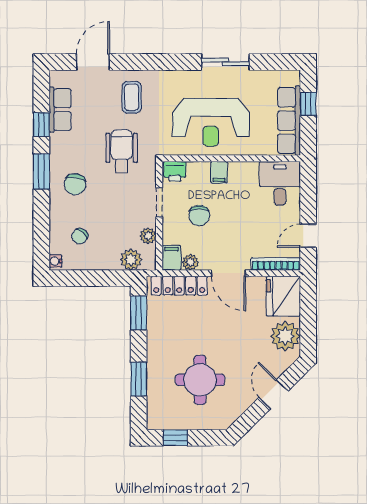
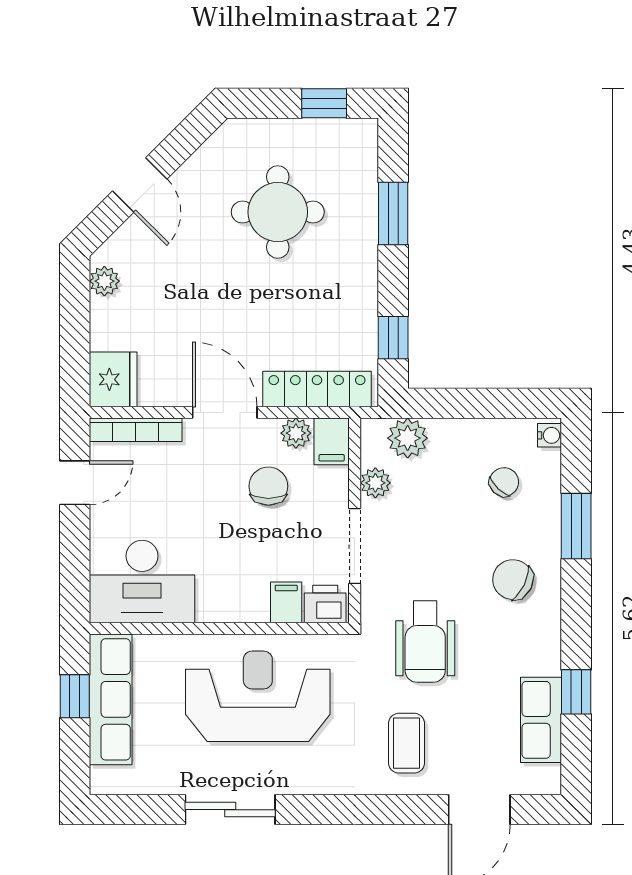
window: (308, 104) -> (75, 696), moved
window: (41, 171) -> (576, 526), moved
filing cabinet: (219, 172) -> (286, 602), moved
desk: (280, 183) -> (142, 582), width x1.37
chair: (75, 184) -> (513, 580), turned -74
doorway: (159, 202) -> (355, 546), width x1.38
chair: (199, 216) -> (268, 486), moved
fridge: (283, 296) -> (113, 379), width x0.73, depth x0.75
window: (139, 313) -> (393, 338), width x0.67
plant: (285, 336) -> (104, 281), width x0.53, depth x0.53

